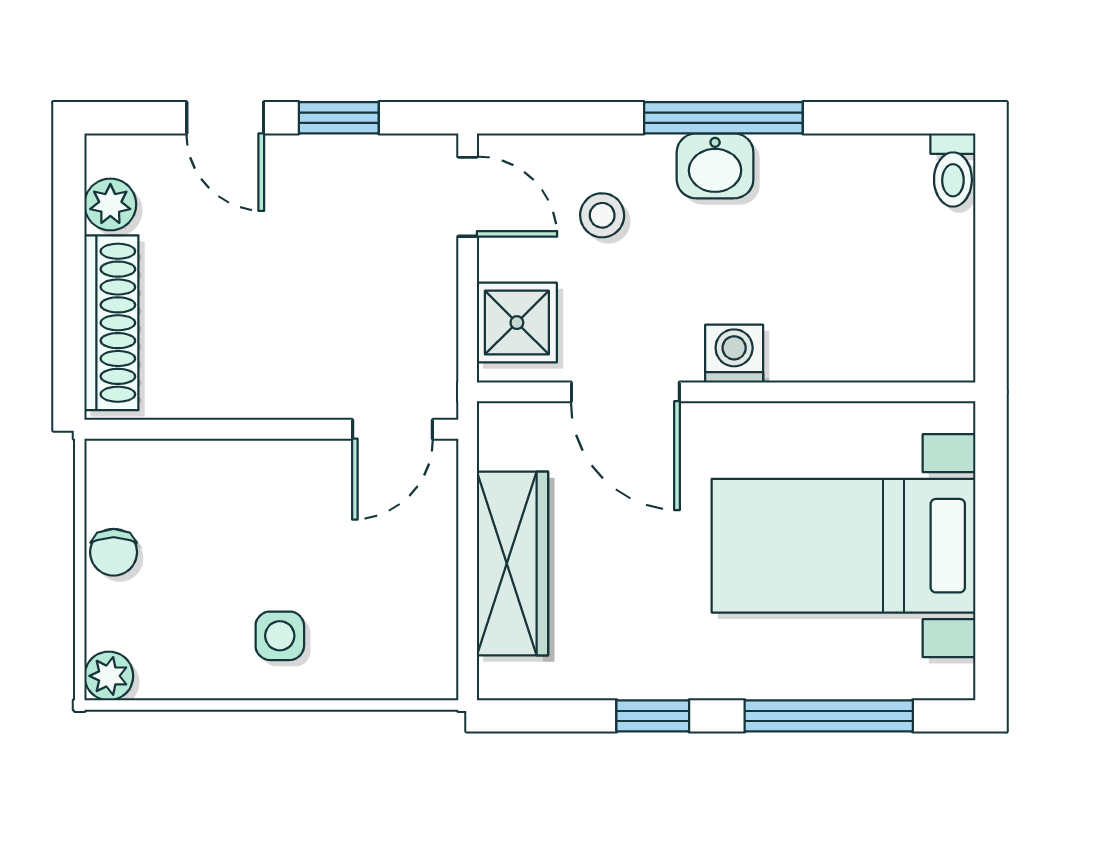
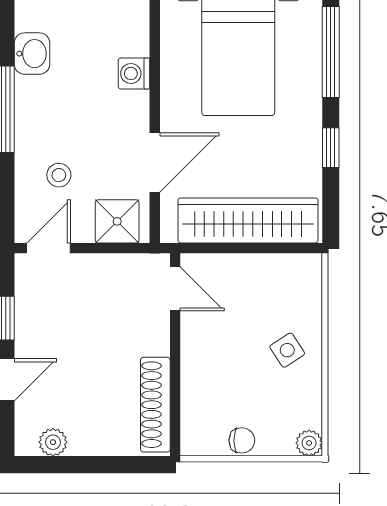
washbasin: (715, 166) -> (32, 54), moved
shoe rack: (111, 323) -> (155, 405), moved, turned -90
washing machine: (734, 354) -> (134, 73), moved
wardrobe: (513, 563) -> (248, 220), width x1.40, depth x1.17
side table: (280, 636) -> (287, 350), turned -33

